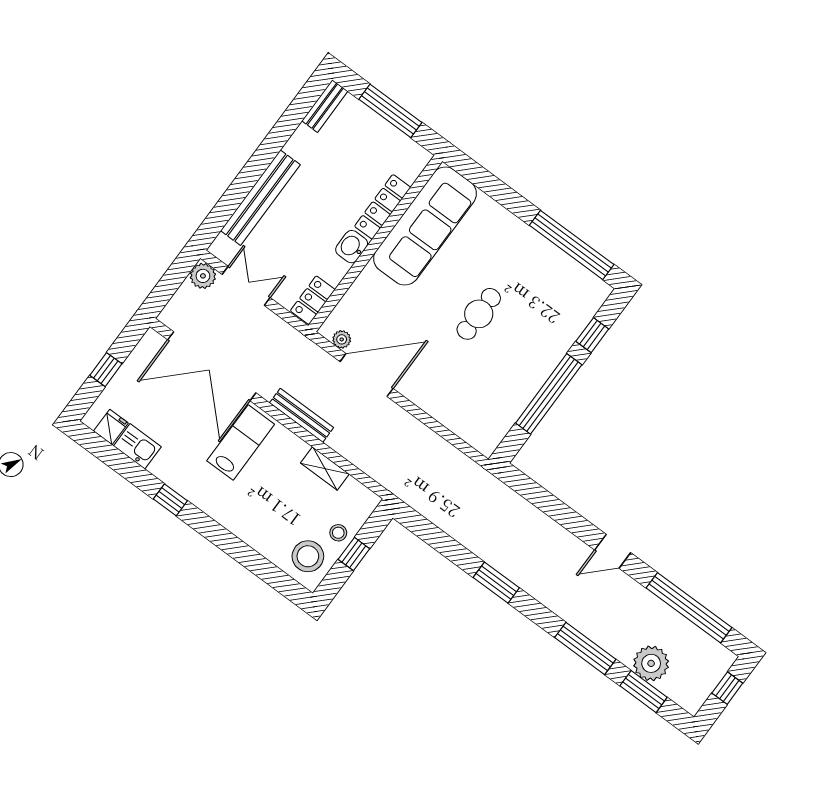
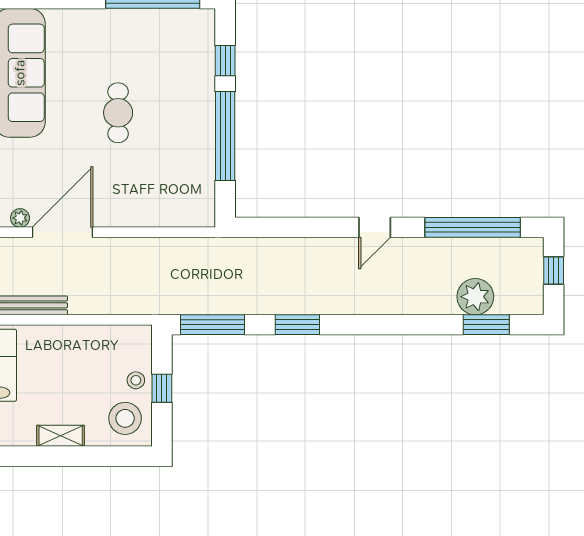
shelving: (325, 469) -> (61, 436), moved
window: (585, 648) -> (212, 325), moved

